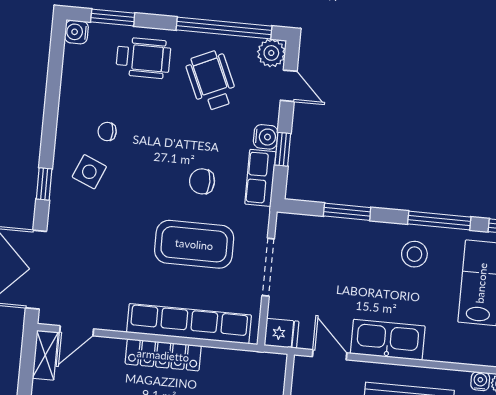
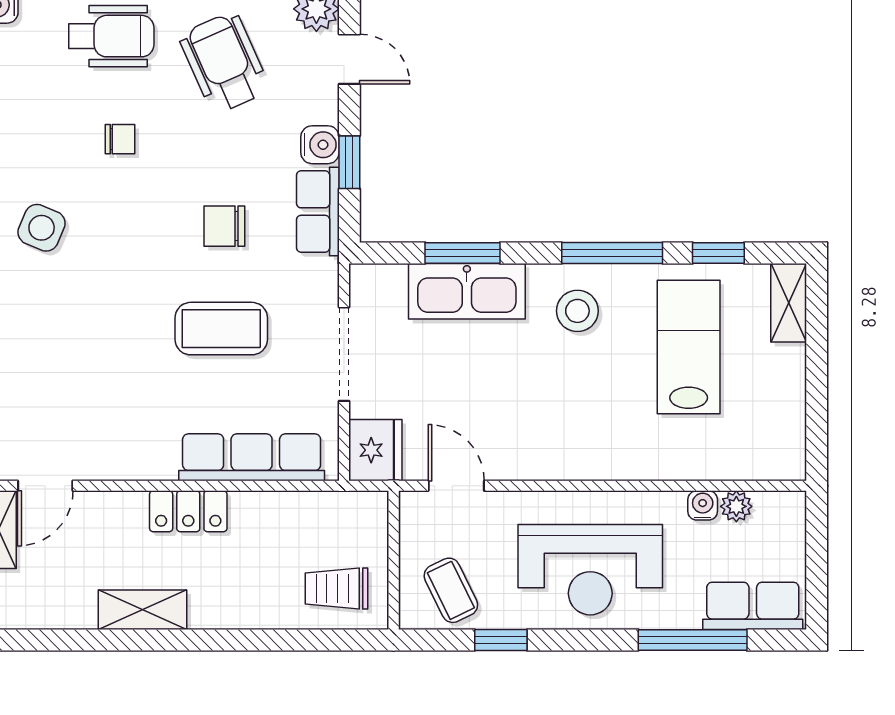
chair: (107, 132) -> (120, 139), moved, turned 180
coffee table: (194, 244) -> (221, 329), width x0.73, depth x0.76
row of seats: (189, 324) -> (252, 457), width x0.73
fridge: (281, 333) -> (375, 450), width x1.38
kitchen sink: (388, 340) -> (467, 291), moved, turned 180
locker: (163, 355) -> (188, 511), width x0.66

